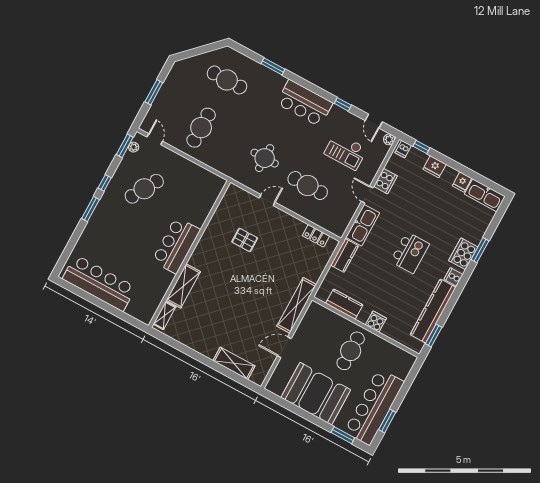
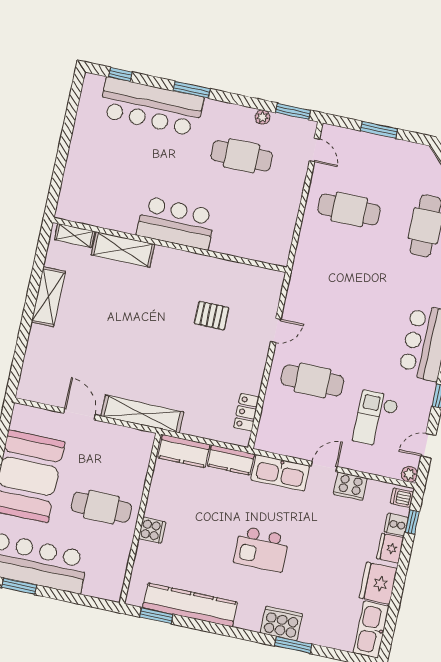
door: (155, 139) -> (314, 150), hinge flipped
plant: (134, 147) -> (263, 117), moved
round table: (265, 158) -> (333, 310), removed
fridge: (462, 182) -> (378, 583), width x1.88, depth x1.34
window: (105, 183) -> (120, 74), moved
cafe table: (308, 186) -> (312, 380), turned 90
cafe table: (144, 189) -> (242, 156), turned -30
door: (267, 200) -> (276, 330), hinge flipped
pallet: (245, 240) -> (212, 316), turned 90
cooker: (453, 277) -> (396, 524), moved, turned -90
bar counter: (99, 283) -> (151, 107), moved, turned 90
kitchen counter: (344, 304) -> (184, 451), moved, turned 90
shelving: (234, 363) -> (48, 297), moved

